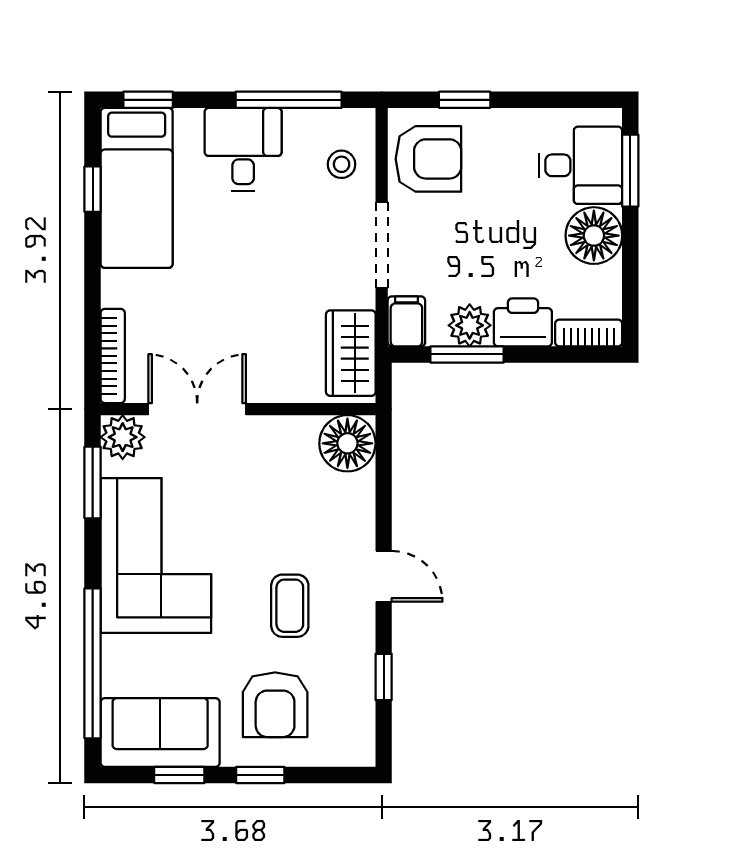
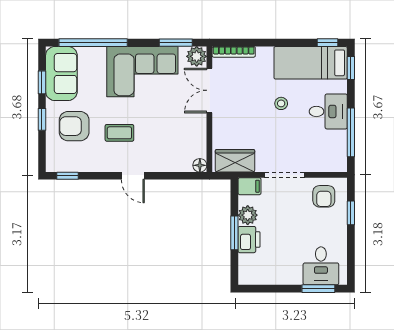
armchair: (428, 159) -> (324, 196), width x0.72, depth x0.72
stool: (342, 164) -> (281, 103), moved
window: (93, 189) -> (327, 43), moved
floor lamp: (594, 236) -> (289, 272), removed
bookcase: (589, 333) -> (244, 270), removed
window: (467, 354) -> (234, 233), moved
double door: (197, 409) -> (209, 90), swing flipped
floor lamp: (347, 443) -> (200, 165), width x0.53, depth x0.53
door: (384, 576) -> (133, 176), hinge flipped
window: (384, 677) -> (67, 176), moved

